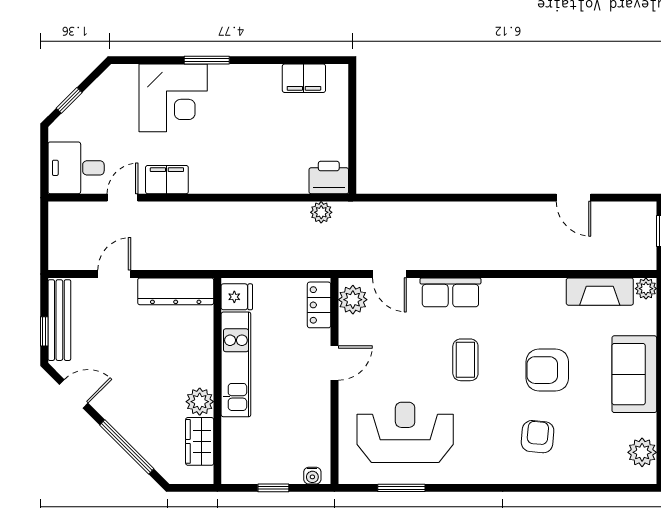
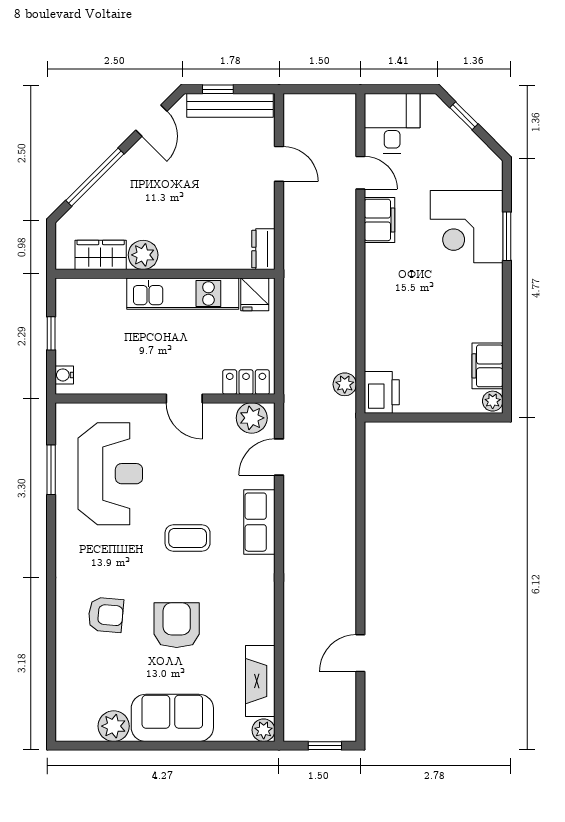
window: (207, 60) -> (507, 236), moved
plant: (337, 73) -> (493, 401), added
dresser: (176, 291) -> (263, 249), width x0.51, depth x0.80
plant: (642, 452) -> (114, 726), moved

